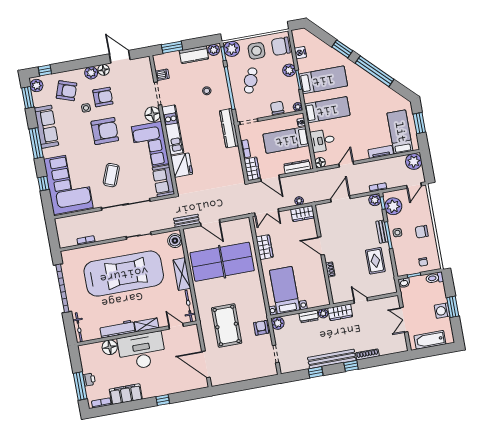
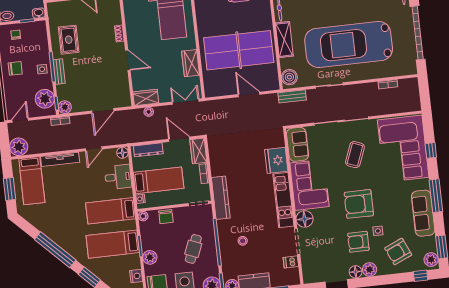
armchair: (67, 91) -> (398, 252), turned -43
tv unit: (381, 152) -> (60, 159), width x1.41
bench: (187, 221) -> (292, 96), moved

